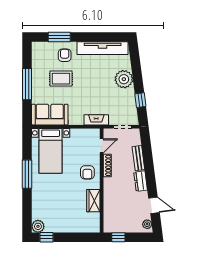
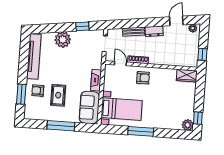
fireplace: (96, 120) -> (96, 80), moved
wardrobe: (93, 201) -> (187, 76), moved

